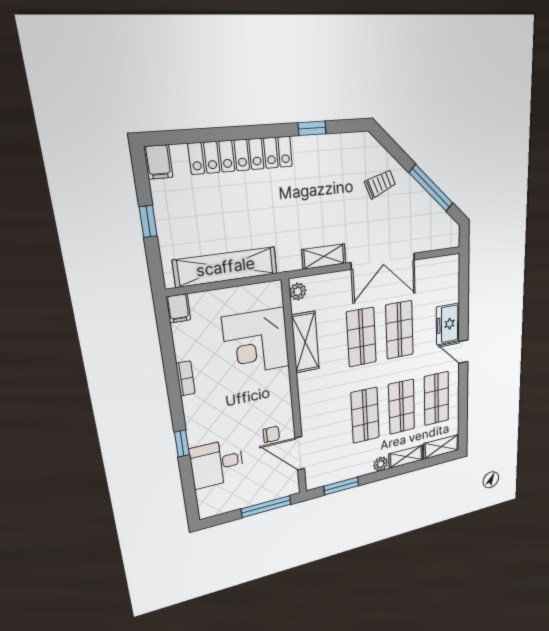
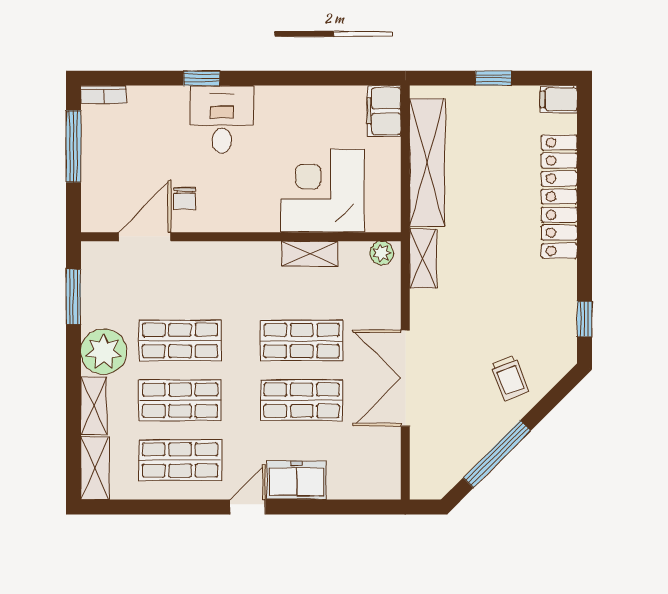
window: (312, 128) -> (584, 319), moved
shelving: (324, 256) -> (423, 259), moved
filing cabinet: (178, 308) -> (384, 111), width x2.00
shelving: (305, 342) -> (310, 254), width x0.67, depth x0.75
bookcase: (186, 379) -> (104, 95), moved
desk: (217, 463) -> (222, 120), moved
plant: (381, 464) -> (104, 352), width x1.87, depth x1.87
window: (266, 507) -> (73, 146), moved

